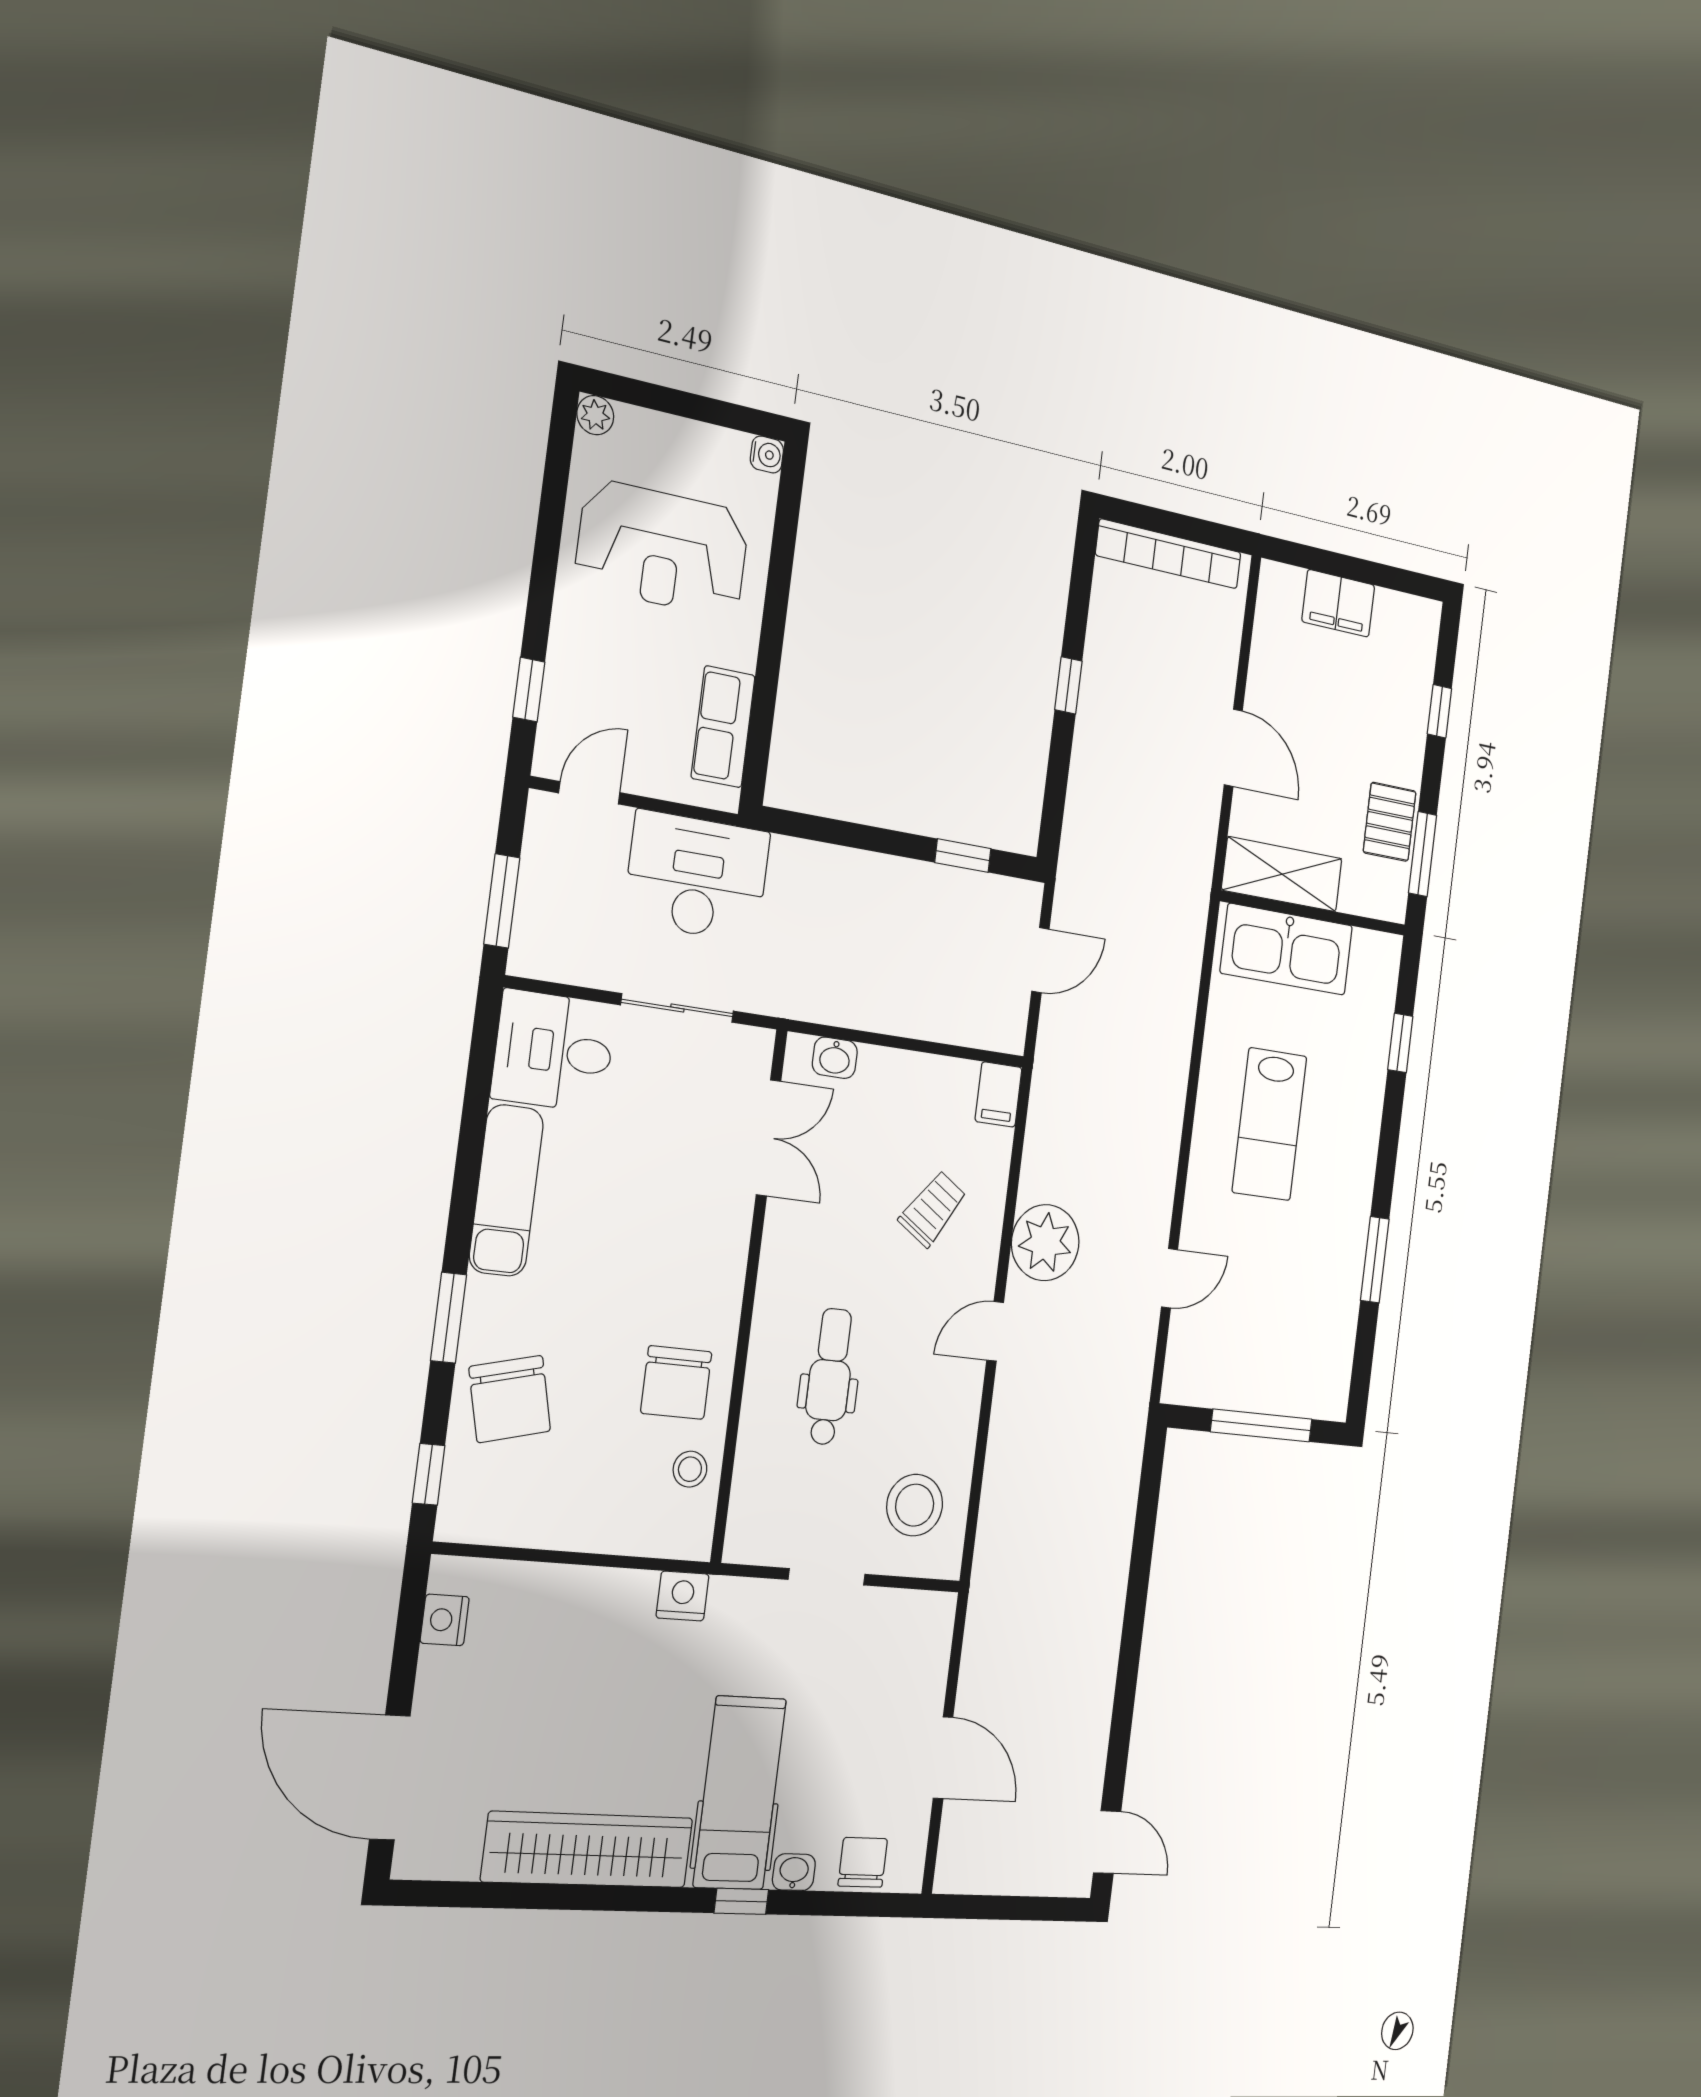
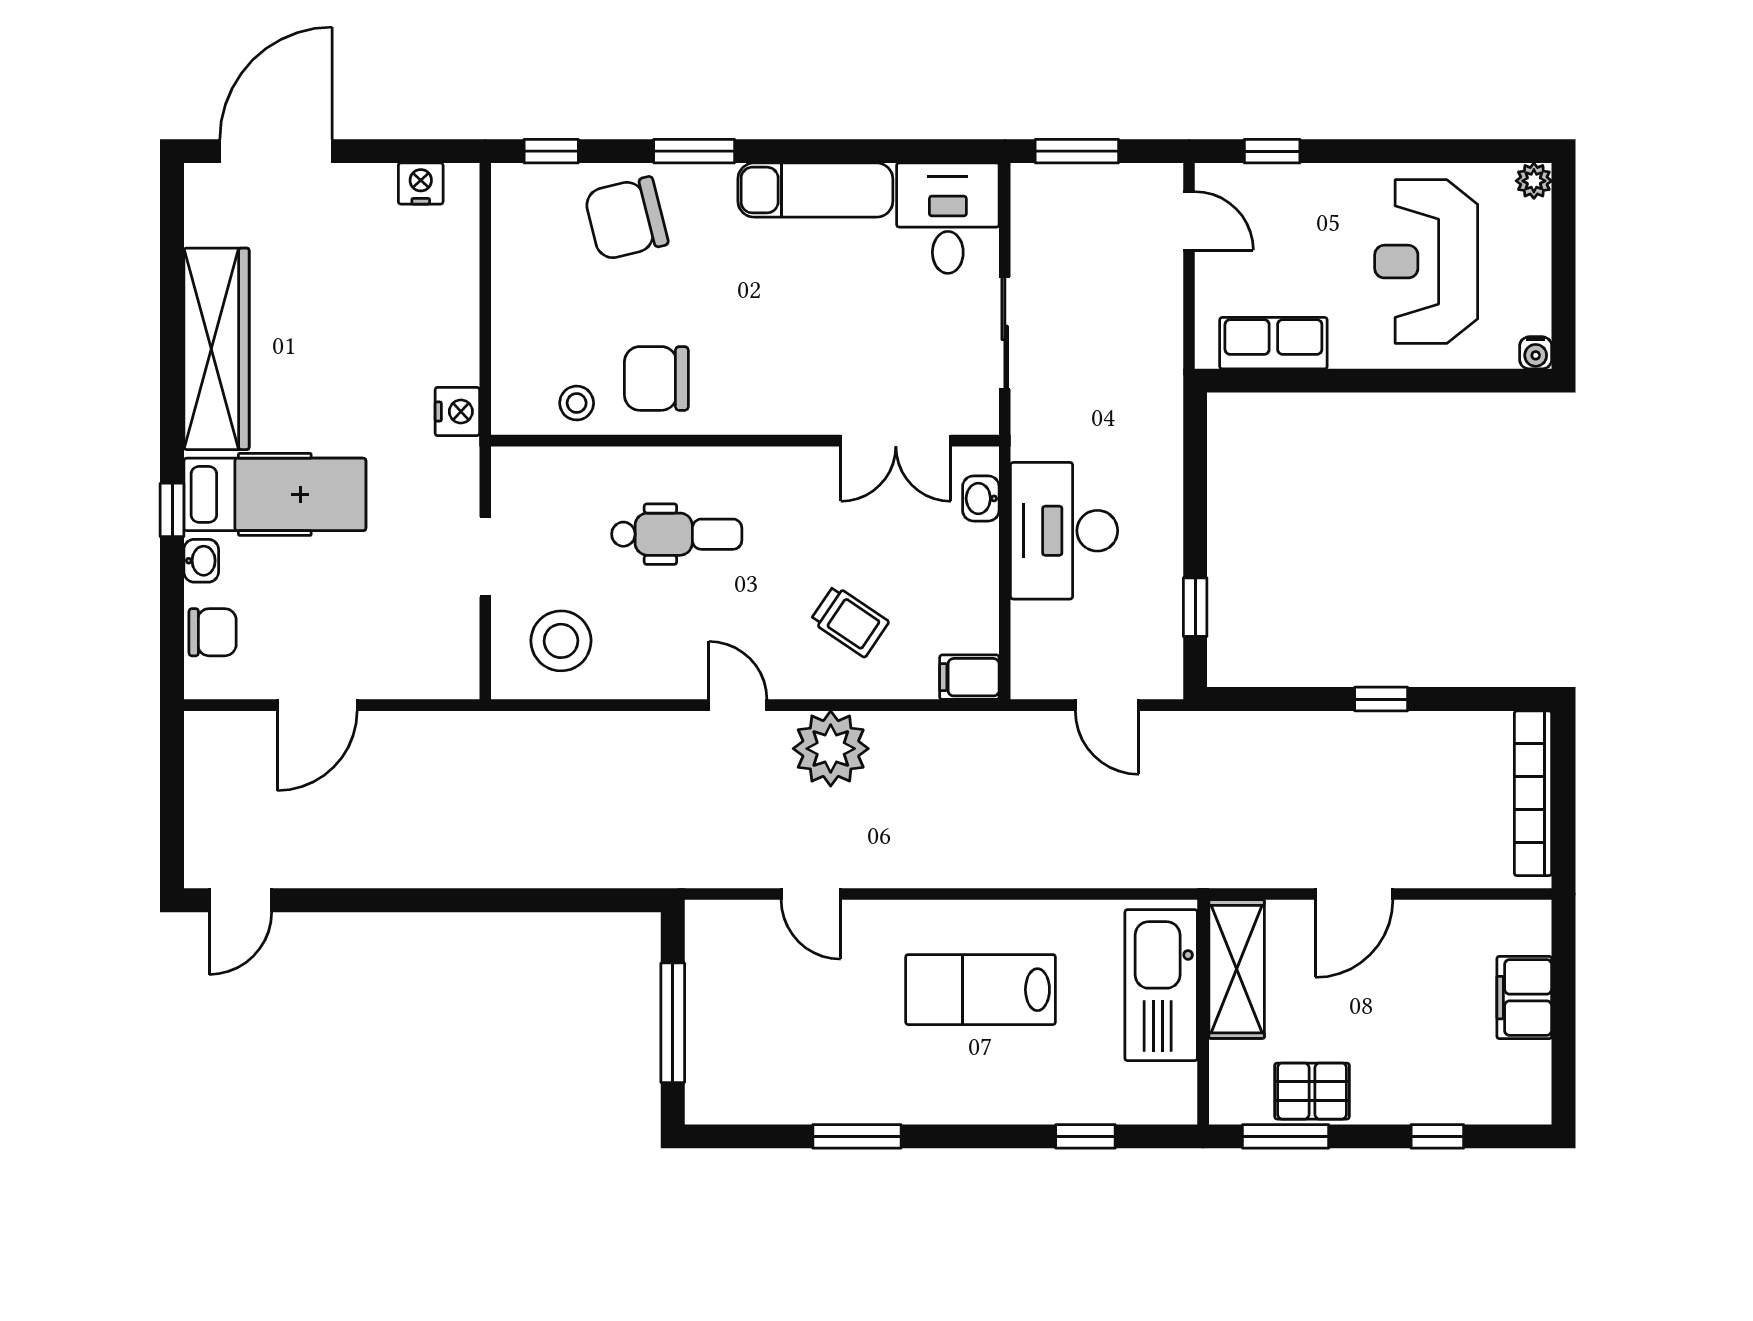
desk: (697, 877) -> (1064, 531), moved, turned 180

